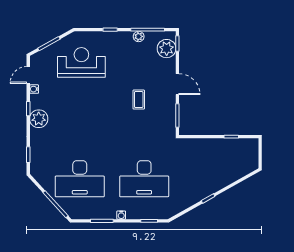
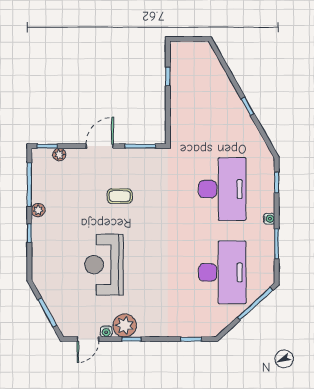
plant: (139, 36) -> (38, 210), moved
plant: (167, 49) -> (59, 155), width x0.53, depth x0.53
reception desk: (81, 62) -> (104, 265), moved
door: (28, 75) -> (88, 339), hinge flipped
plant: (39, 119) -> (125, 325), moved

